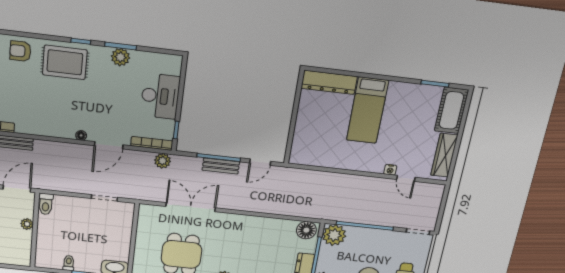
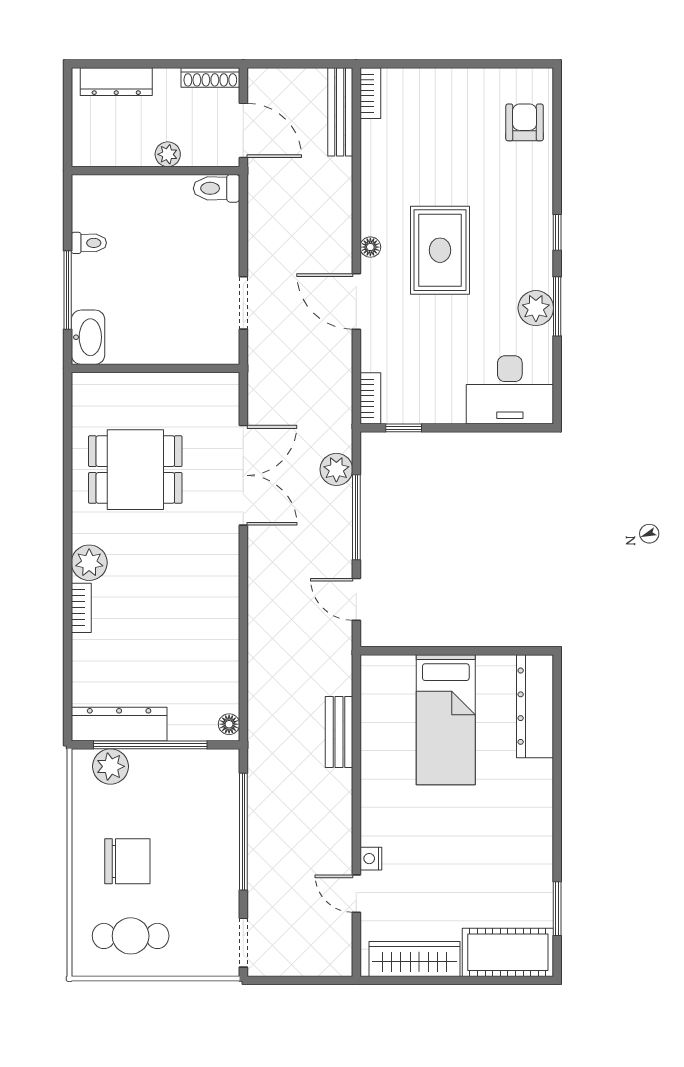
rug: (65, 62) -> (440, 250), moved
desk: (160, 96) -> (510, 390), moved
bed: (367, 110) -> (446, 720), moved, turned -90
bookcase: (152, 143) -> (370, 398), width x0.64
plant: (163, 161) -> (336, 469), moved
bench: (221, 166) -> (339, 732), moved
door: (406, 178) -> (356, 894), hinge flipped
floor lamp: (306, 230) -> (229, 724), width x0.53, depth x0.53
plant: (334, 235) -> (215, 773), removed

